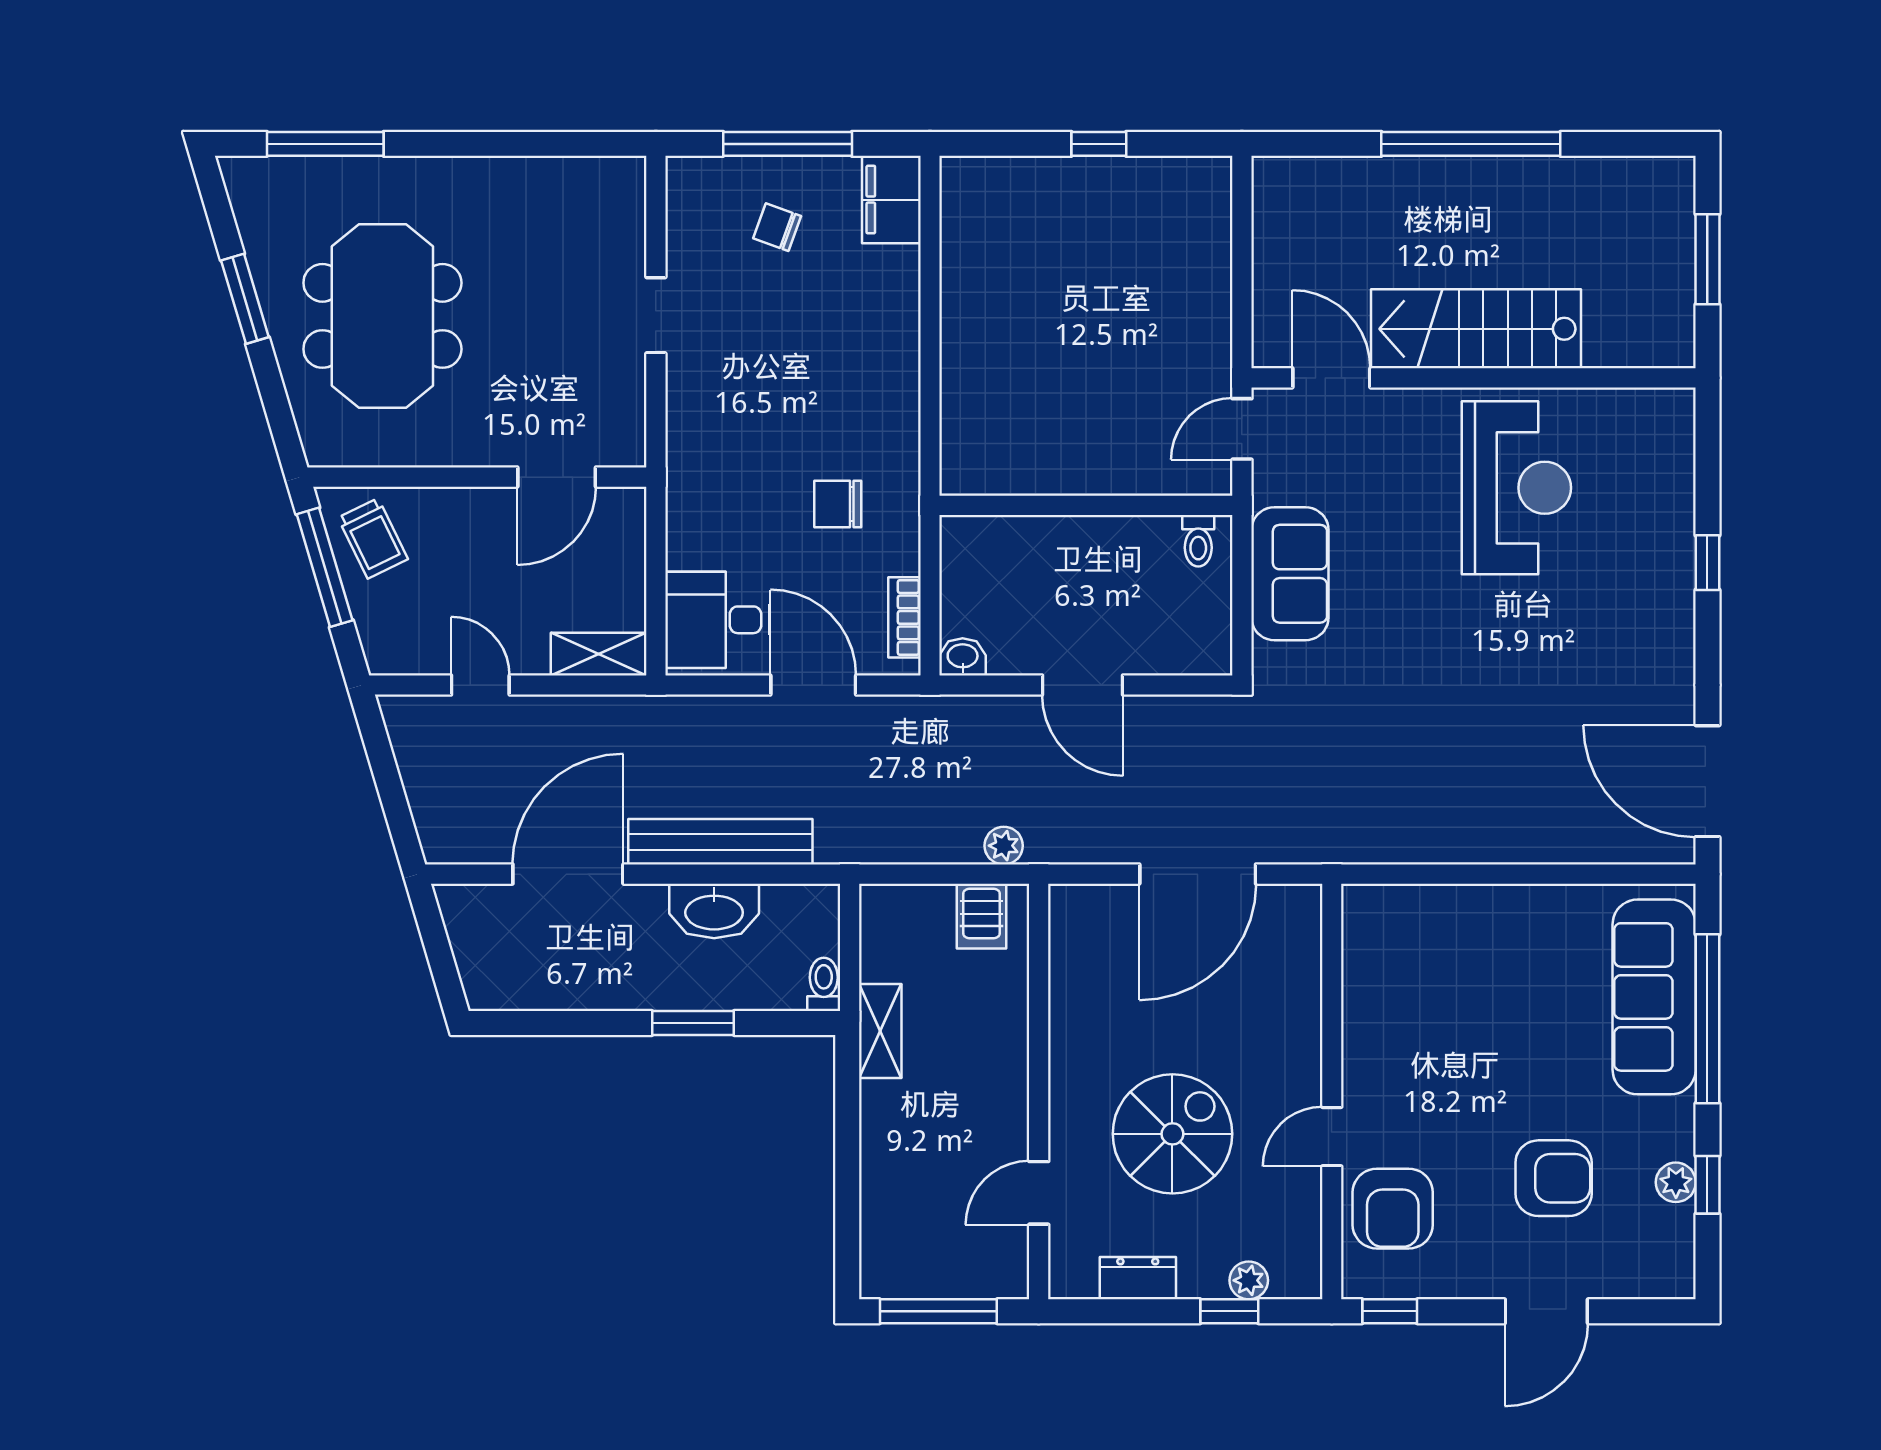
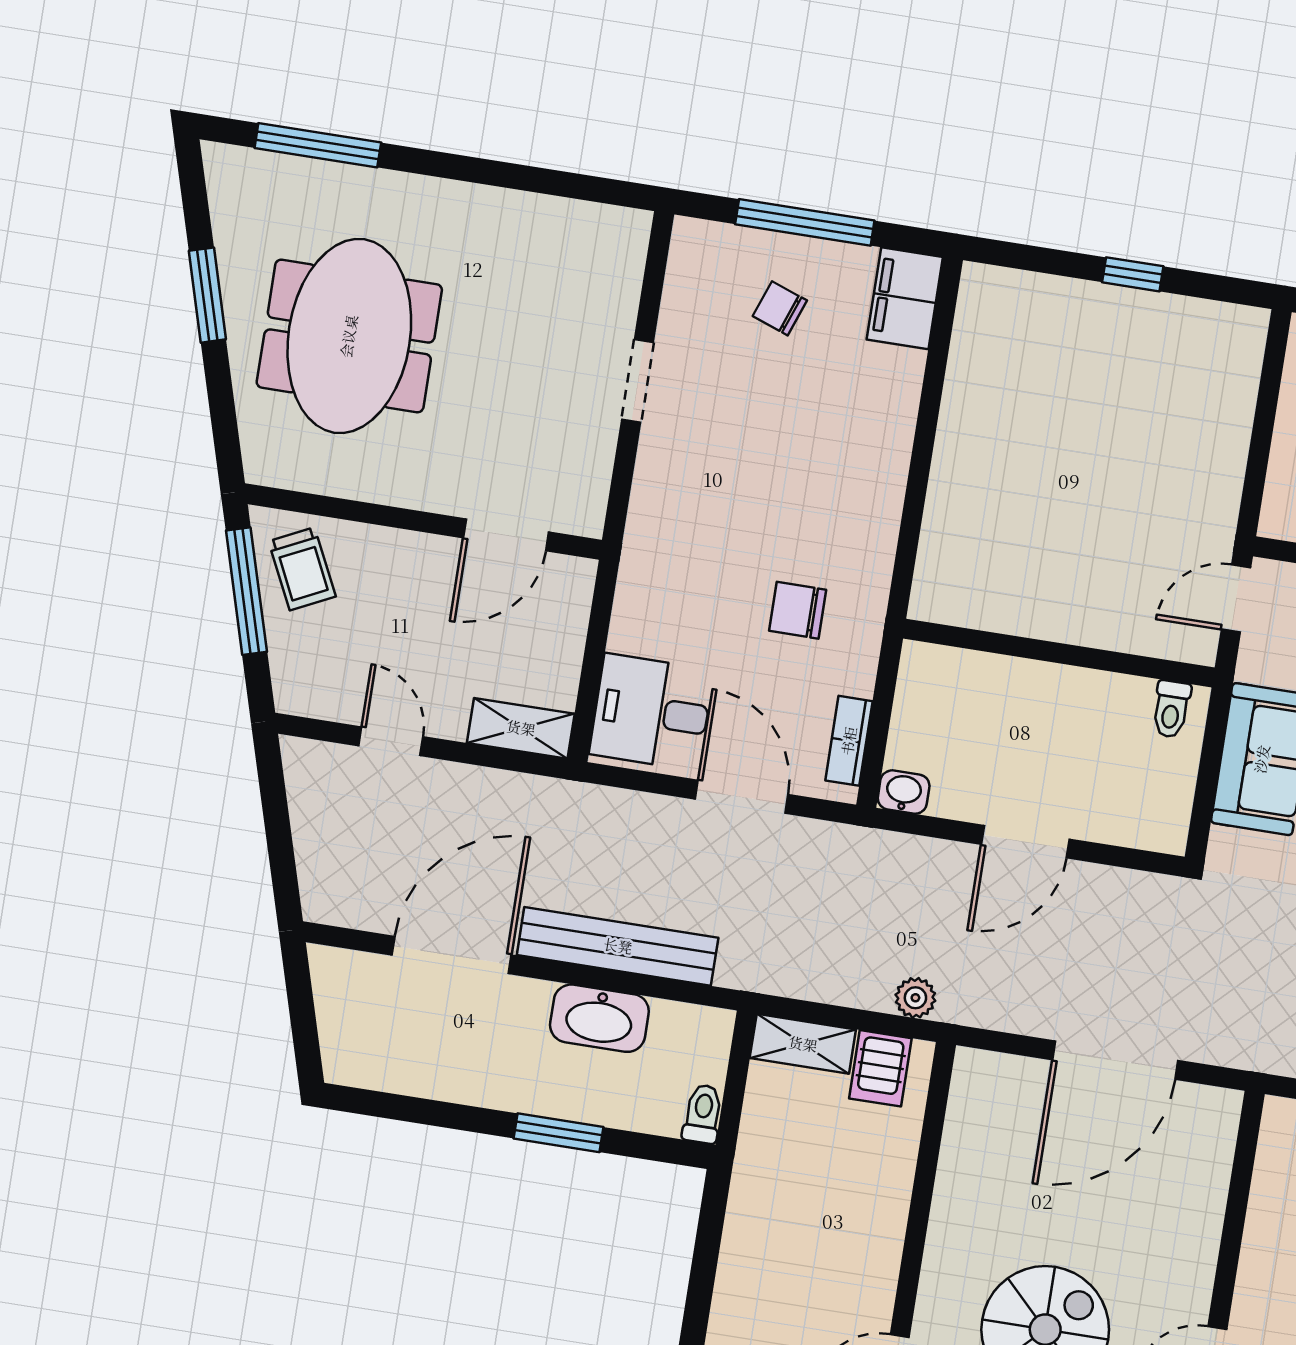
door: (1082, 685) -> (1025, 842), hinge flipped
shelving: (880, 1031) -> (803, 1044), moved, turned 90

